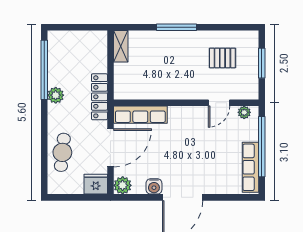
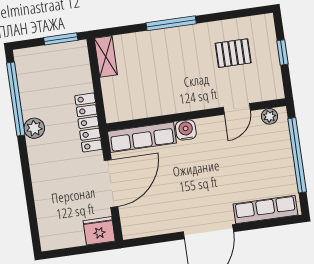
window: (87, 27) -> (61, 39), added
window: (262, 63) -> (282, 52), width x0.67
cafe table: (62, 152) -> (52, 197), removed
row of seats: (250, 167) -> (265, 210), moved, turned 90
plant: (123, 185) -> (132, 227), removed
water cooler: (154, 186) -> (186, 130), moved, turned 180

